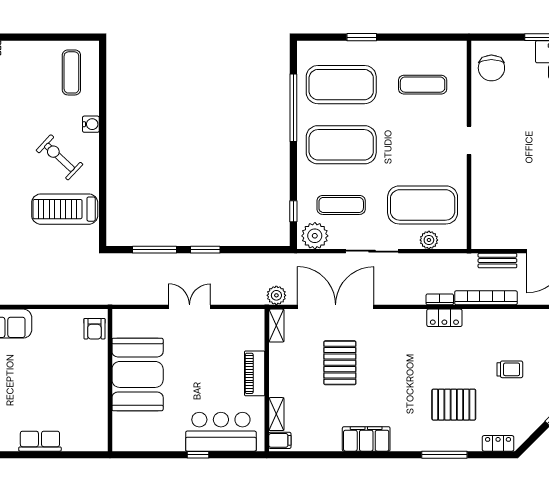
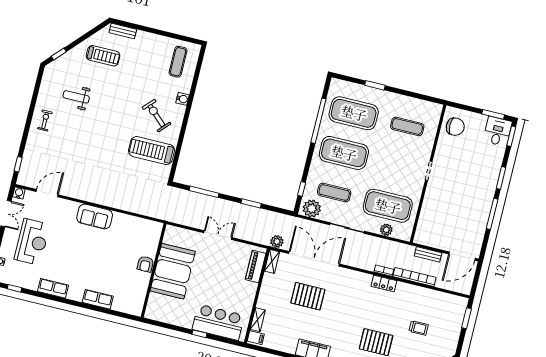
chair: (491, 68) -> (455, 127), turned -90
window: (205, 250) -> (251, 203), moved
armchair: (94, 329) -> (145, 264), moved
pallet: (340, 363) -> (308, 296), turned 90
piano: (255, 373) -> (256, 266), moved

